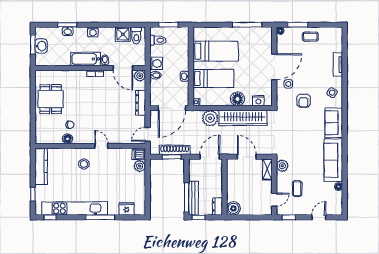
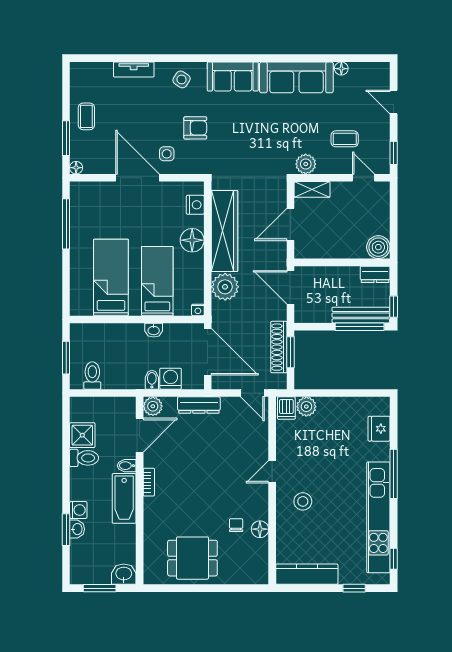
washing machine: (93, 32) -> (78, 510), moved
toilet: (136, 35) -> (84, 458), moved
washbasin: (41, 46) -> (124, 574), moved
washing machine: (156, 63) -> (171, 379), moved

